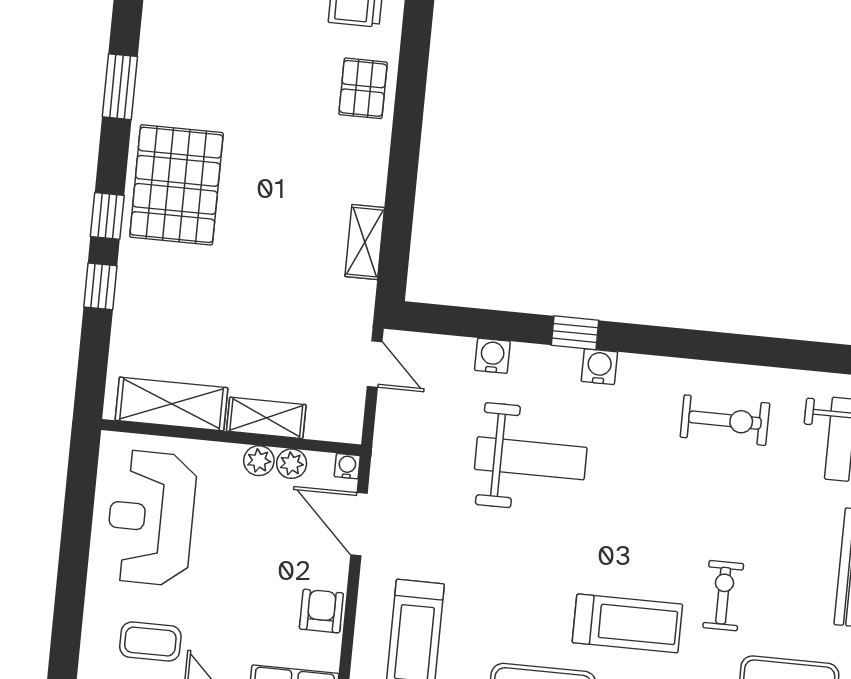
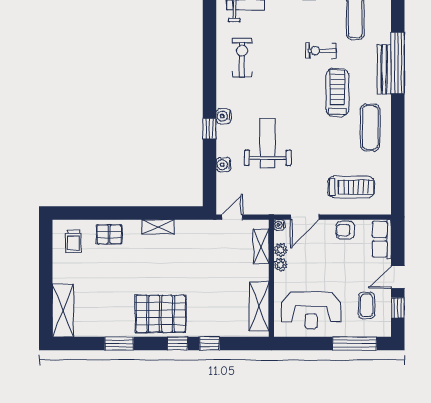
shelving: (365, 242) -> (158, 227), moved
shelving: (266, 418) -> (261, 246), moved
window: (69, 607) -> (355, 343), added

